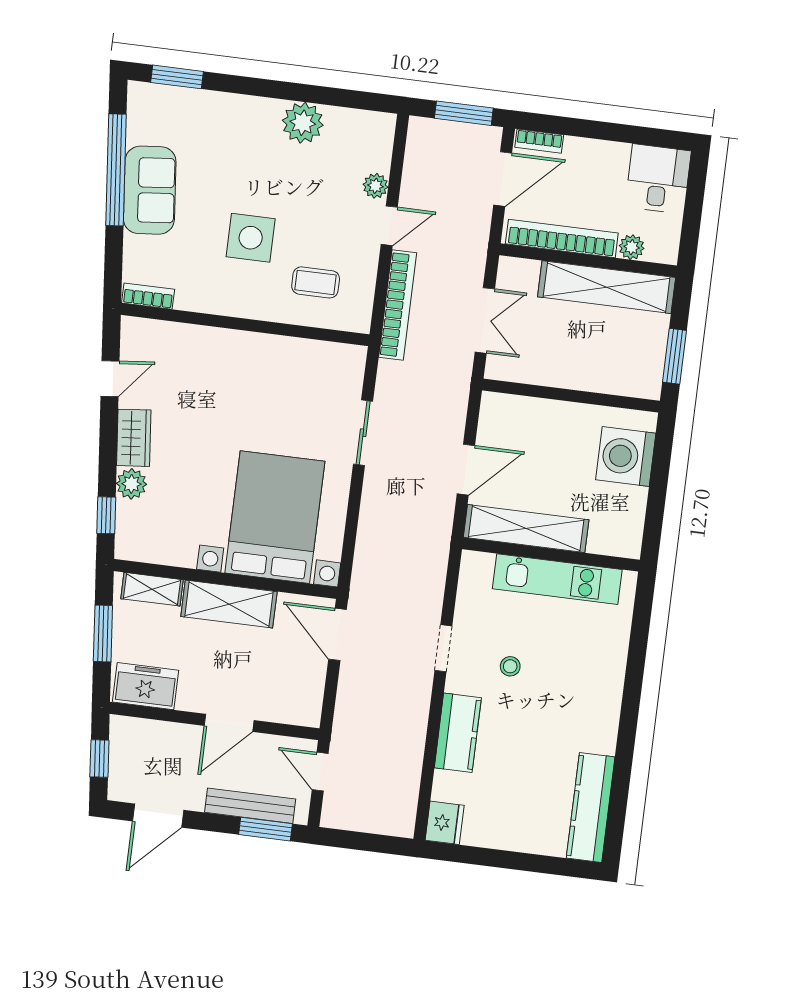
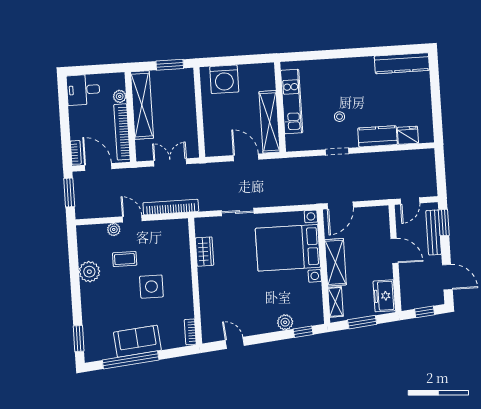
coffee table: (316, 282) -> (125, 259), moved, turned 90
wardrobe: (134, 438) -> (205, 252), moved, turned 96
fridge: (445, 823) -> (408, 135), moved

